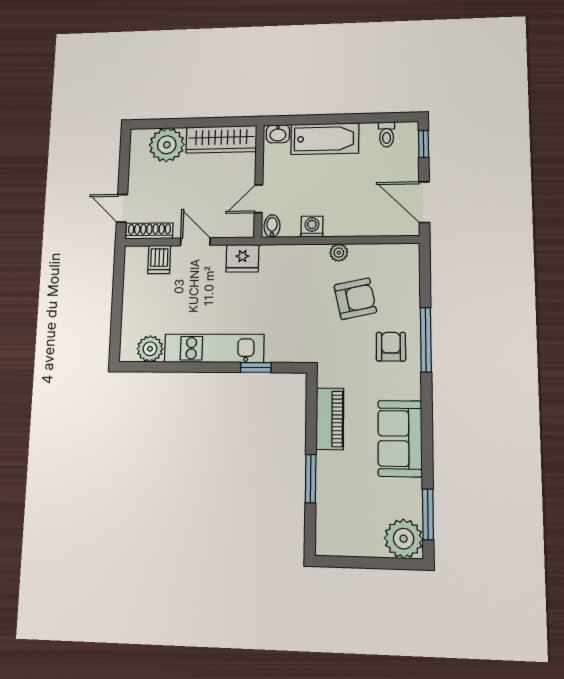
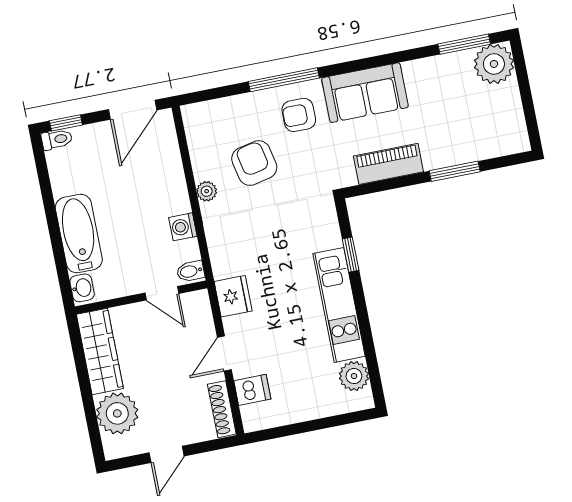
toilet: (387, 134) -> (57, 139), moved
door: (122, 208) -> (167, 454), moved
sofa: (400, 438) -> (365, 93), moved

